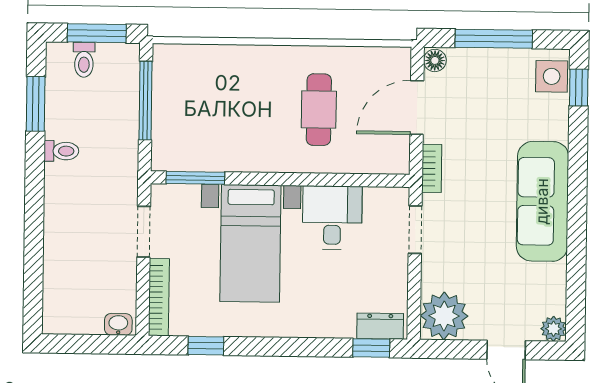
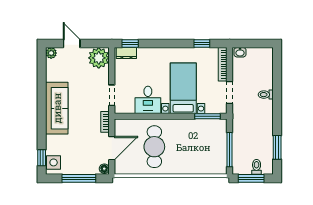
cafe table: (319, 110) -> (154, 147), width x1.37, depth x1.35
toilet: (61, 151) -> (266, 95), moved

